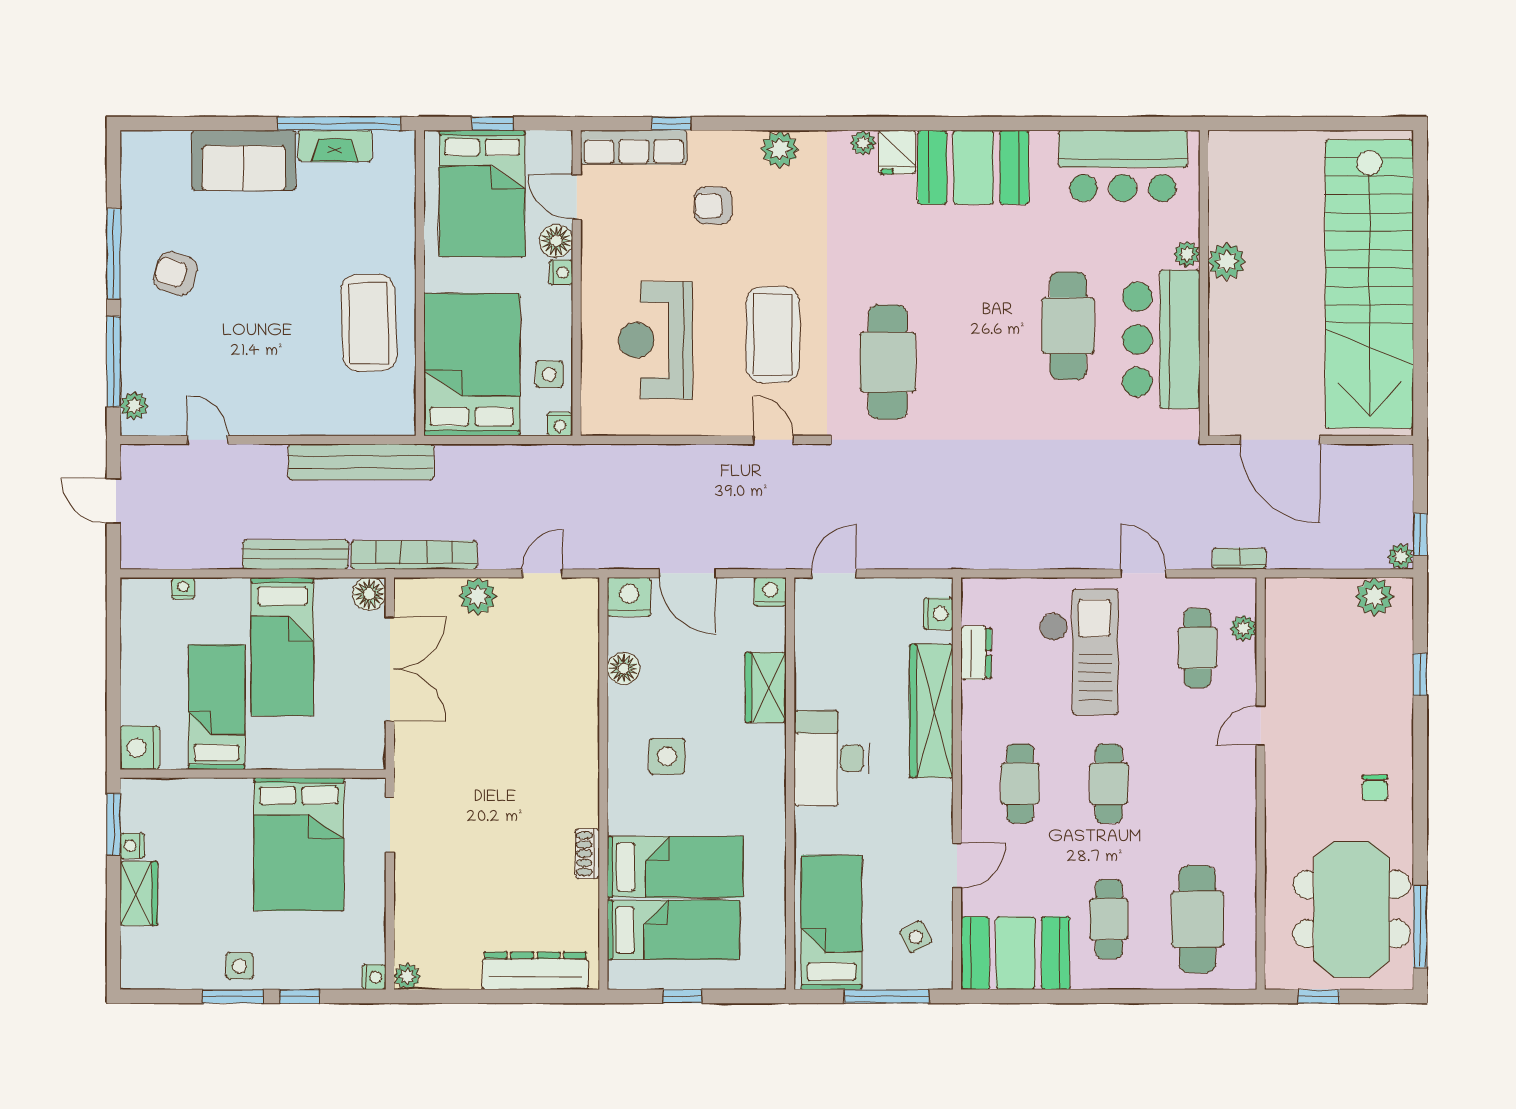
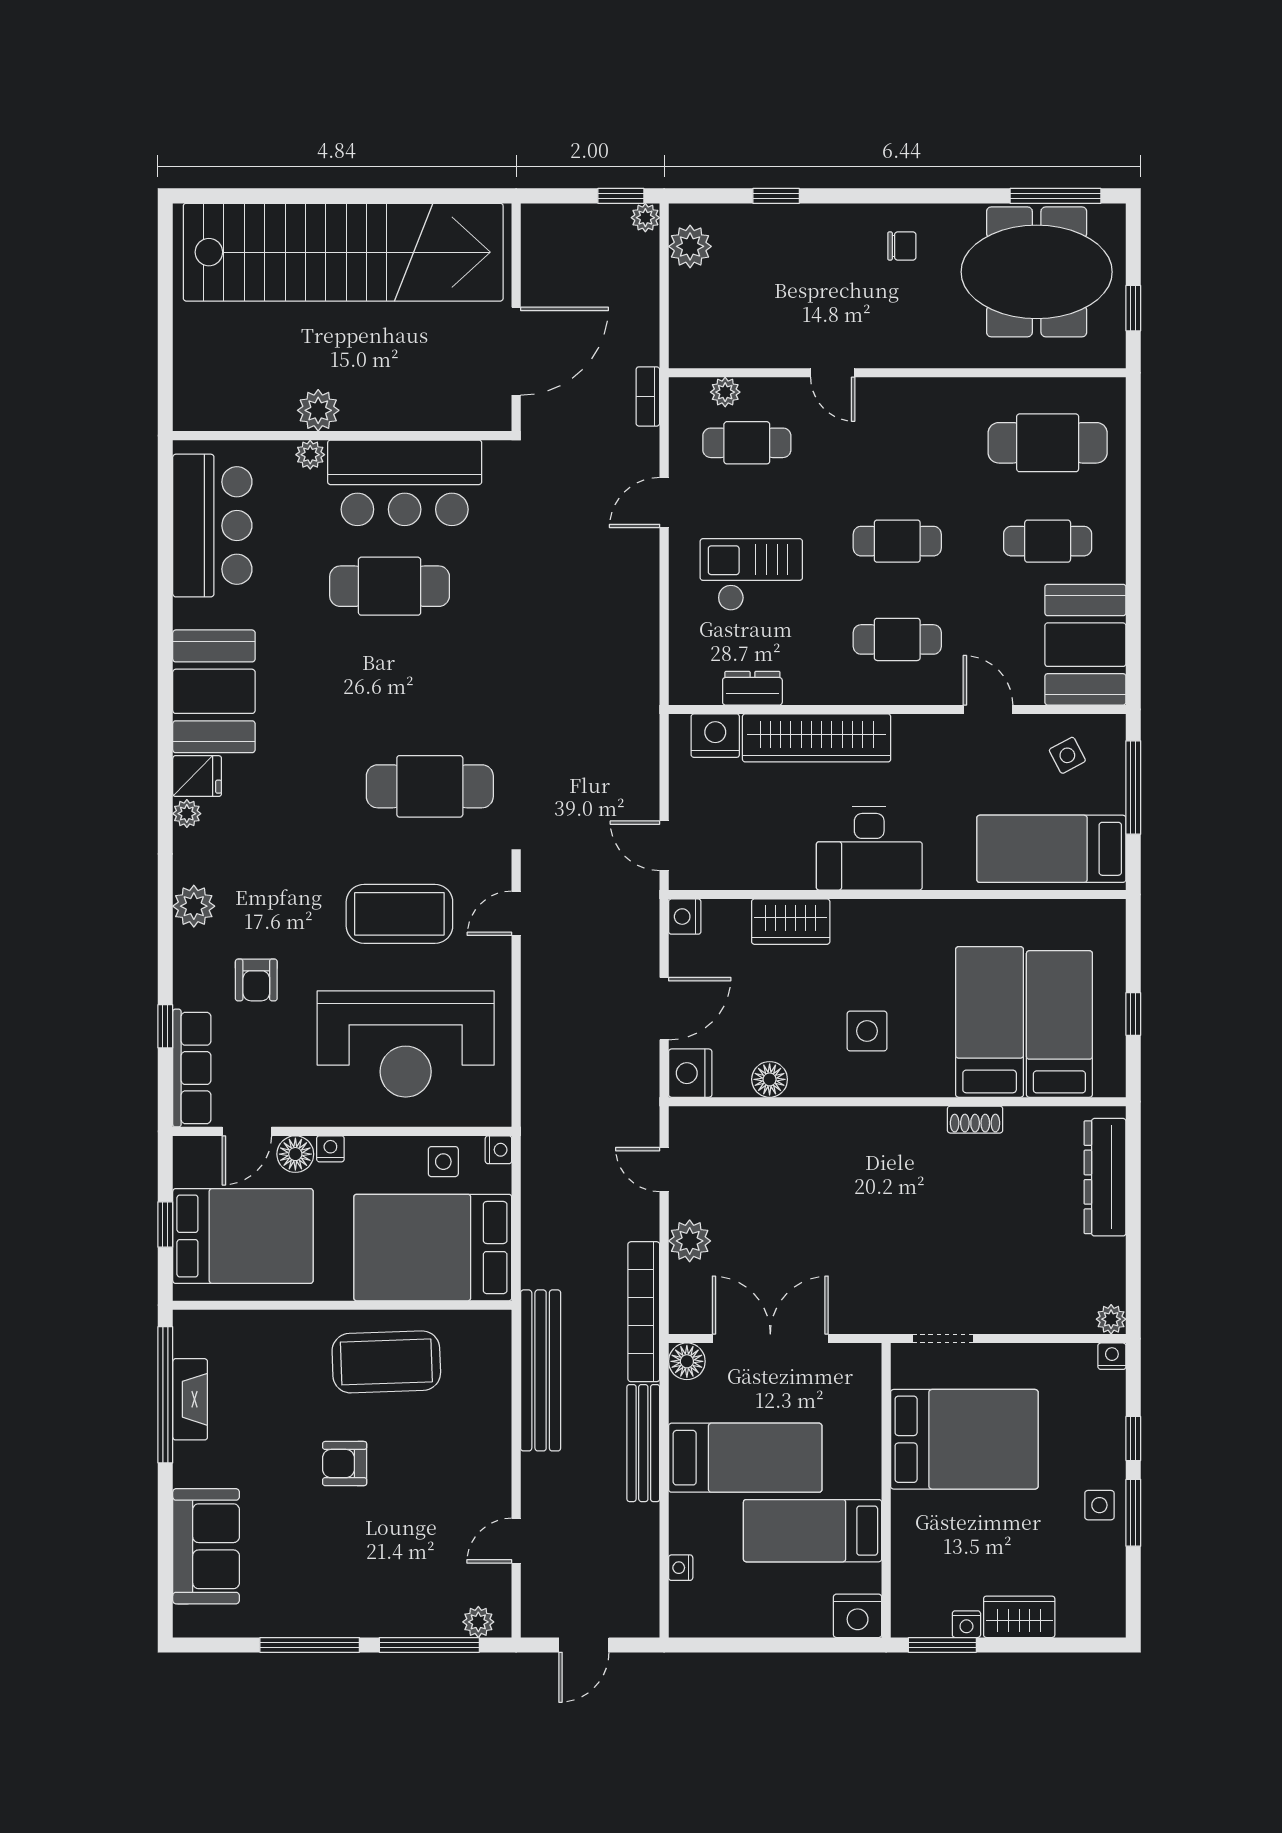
sofa: (244, 160) -> (206, 1546), moved
armchair: (175, 273) -> (345, 1464), moved, turned 73
reception desk: (655, 340) -> (406, 1044), width x1.36, depth x1.30
nightstand: (938, 614) -> (715, 736), width x1.36, depth x1.33
checkout: (1079, 652) -> (751, 575), width x0.73, depth x0.83

